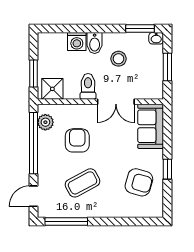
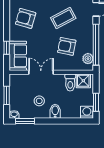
washing machine: (77, 42) -> (87, 112), moved
window: (33, 74) -> (96, 102), moved
toilet: (88, 86) -> (70, 82), moved
armchair: (77, 140) -> (67, 46), turned 101
window: (167, 169) -> (7, 48), moved

